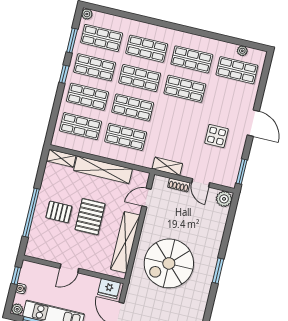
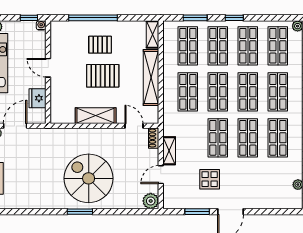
window: (72, 40) -> (195, 18), moved
shop shelf: (237, 70) -> (218, 138), moved
shelving: (167, 166) -> (169, 151), moved
window: (242, 172) -> (197, 212), moved
shoe rack: (179, 185) -> (154, 138), moved
pallet: (59, 212) -> (100, 45), turned 90
shelving: (125, 242) -> (96, 116), width x0.68
spiral stairs: (169, 263) -> (89, 178), moved
water cooler: (21, 289) -> (41, 25), moved
fridge: (109, 289) -> (38, 98), moved

